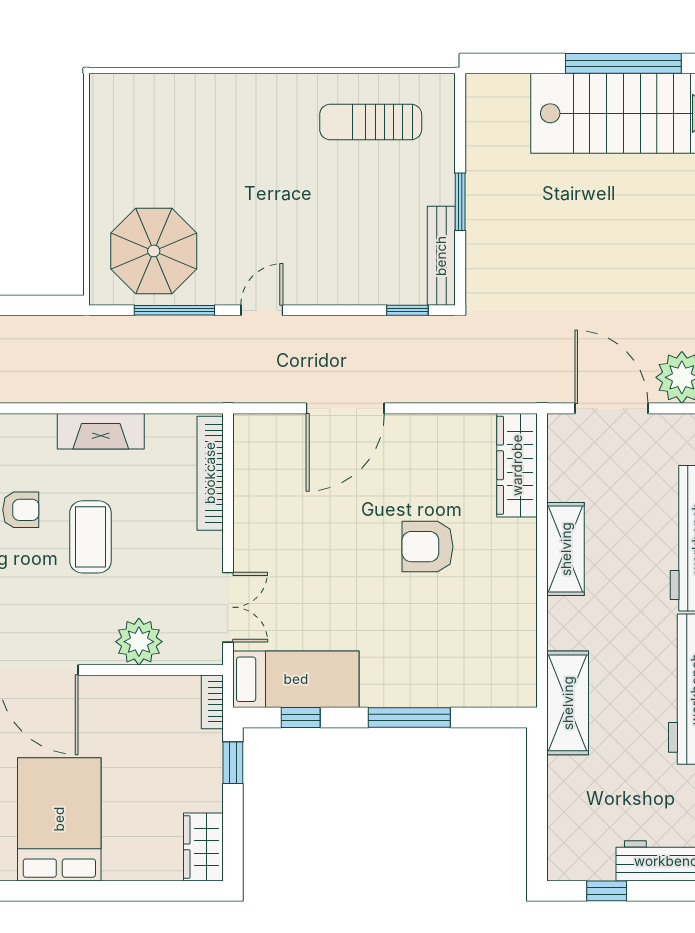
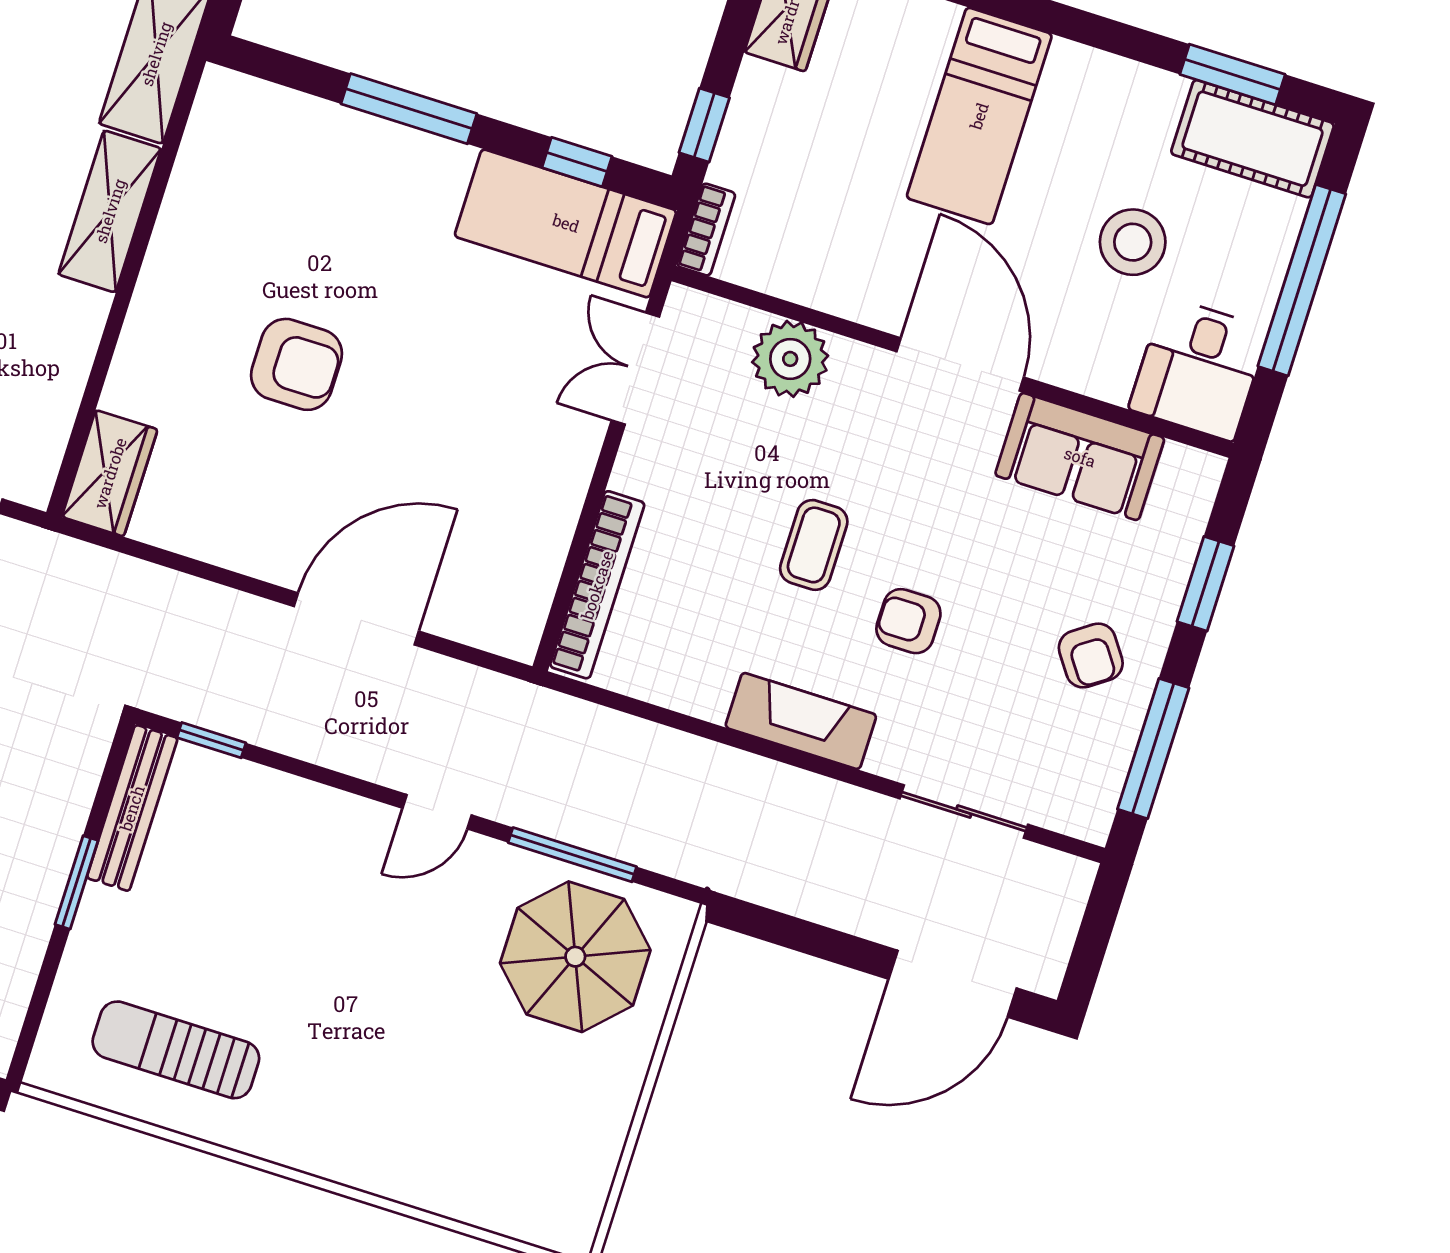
sun lounger: (371, 122) -> (176, 1050), turned 180
fireplace: (101, 431) -> (801, 721), moved
wardrobe: (517, 465) -> (110, 473), width x0.67
coffee table: (90, 537) -> (814, 545), width x0.73, depth x0.77
shelving: (566, 549) -> (110, 211), moved
bed: (59, 819) -> (979, 116), width x0.67

